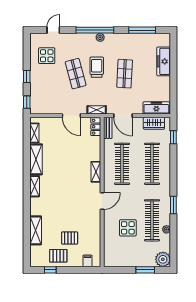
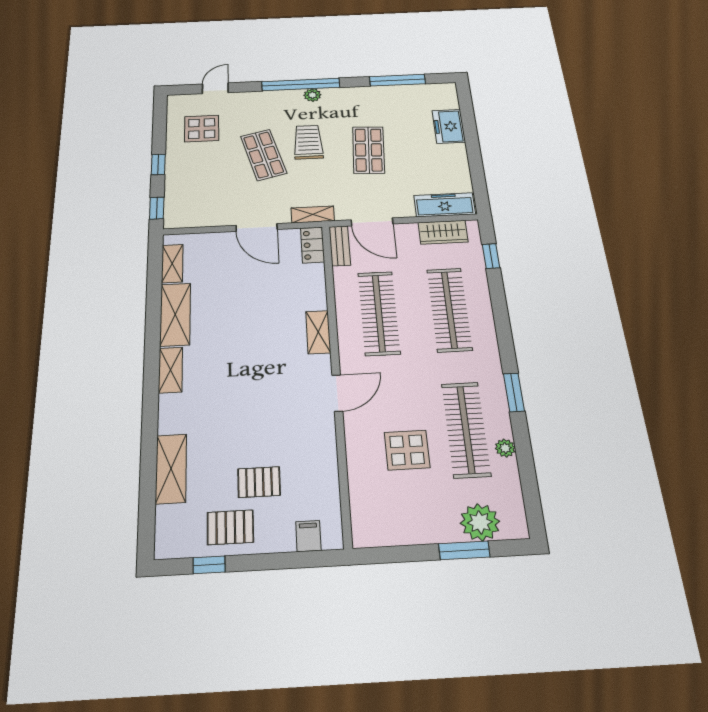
freezer: (164, 61) -> (449, 126), width x0.71
plant: (163, 259) -> (480, 522), moved

